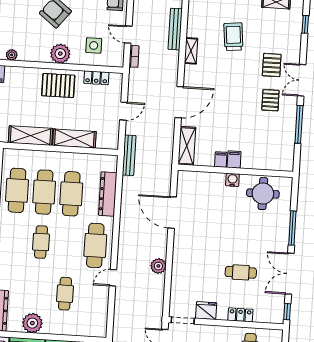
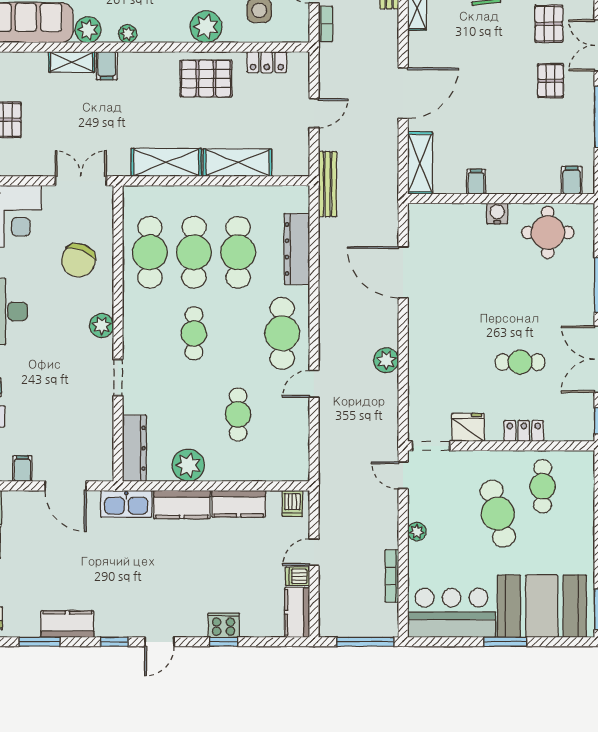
filing cabinet: (234, 159) -> (572, 180), moved

